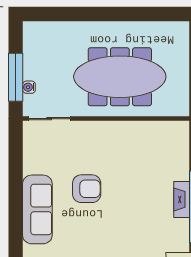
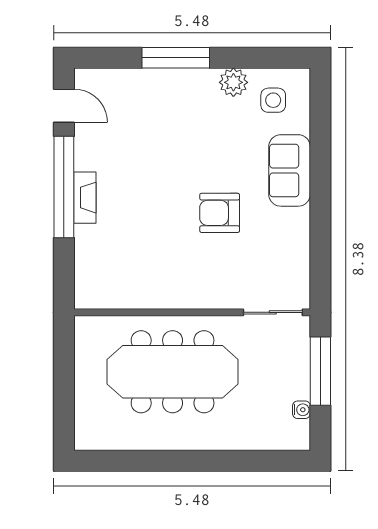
water cooler: (29, 87) -> (301, 410), moved
sofa: (37, 209) -> (290, 170), width x0.73

